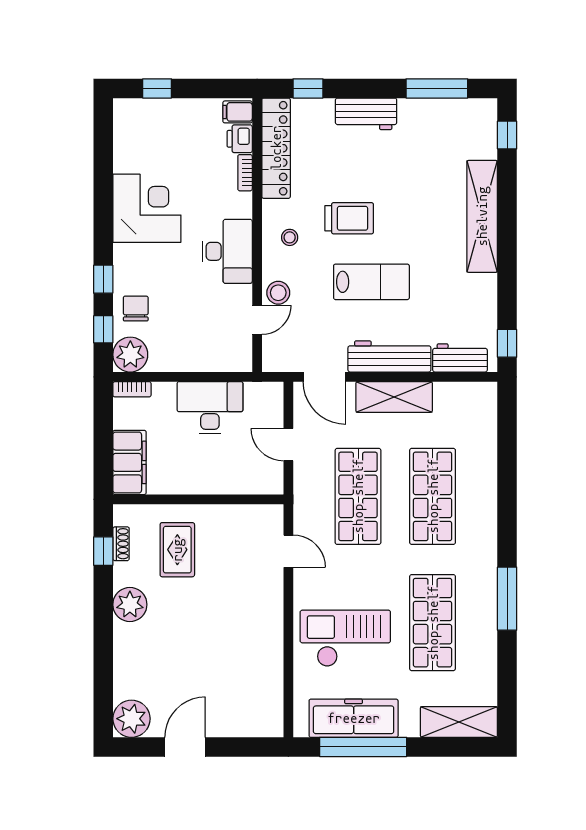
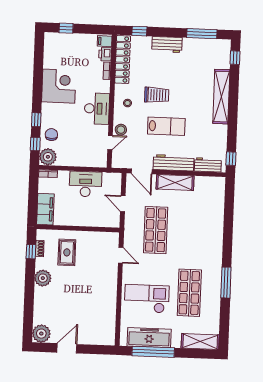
shop shelf: (433, 496) -> (192, 232), removed

